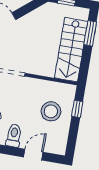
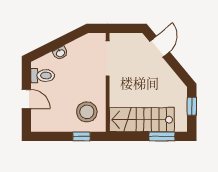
stool: (51, 111) -> (87, 112), moved

